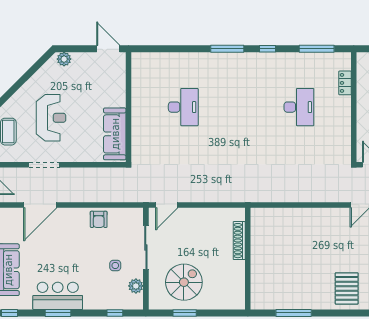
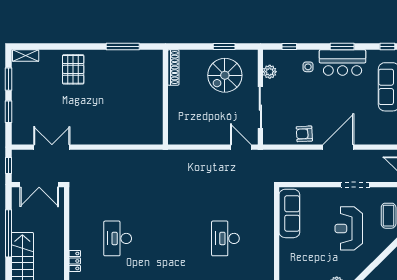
door: (40, 205) -> (338, 147), moved
door: (167, 205) -> (241, 147), hinge flipped
armchair: (99, 219) -> (304, 134), turned -93
shoe rack: (239, 241) -> (173, 68), moved
side table: (115, 265) -> (308, 67), moved

